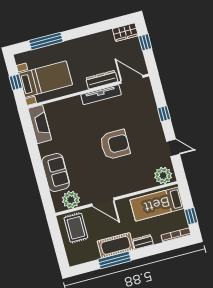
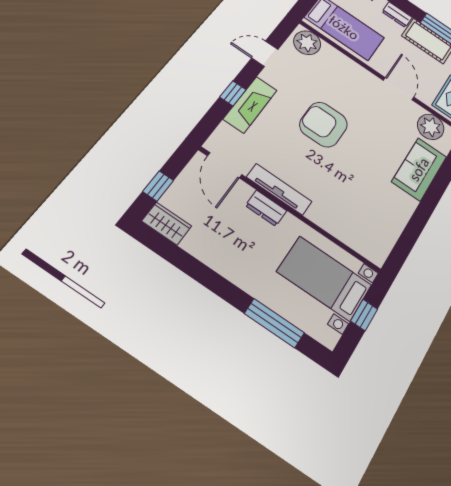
dresser: (102, 80) -> (266, 208), width x0.70
fireplace: (40, 124) -> (250, 105), moved, turned 180
door: (173, 148) -> (265, 54), hinge flipped

